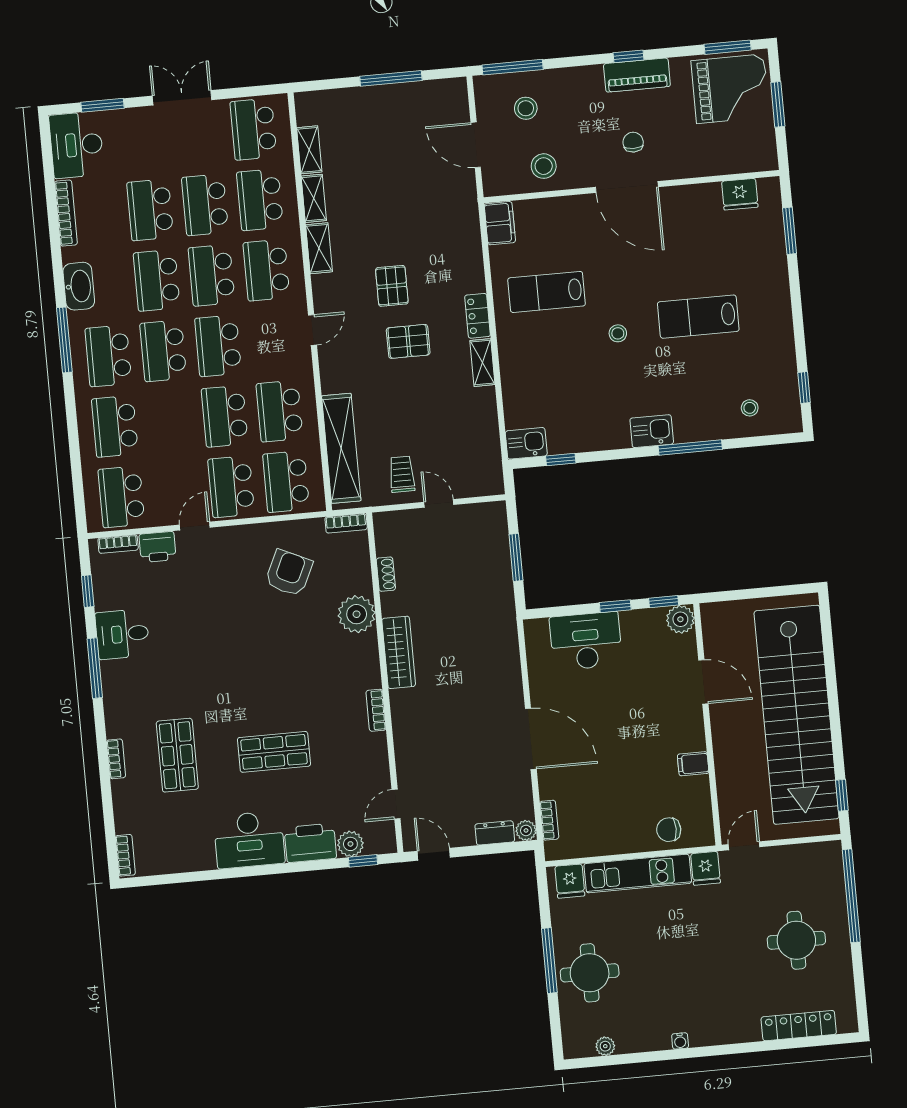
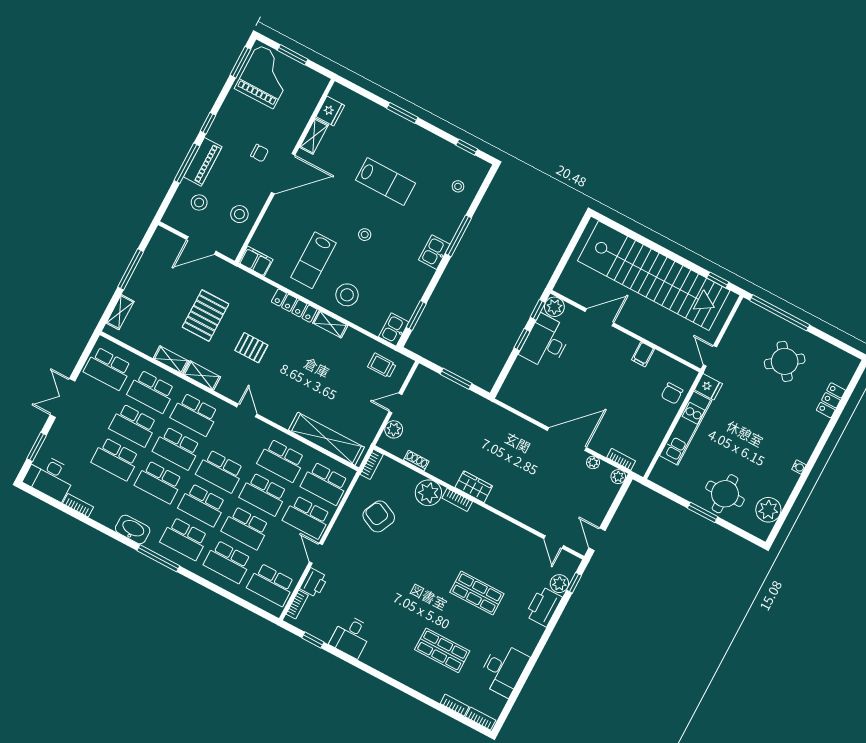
window: (513, 67) -> (187, 163), moved
piano: (637, 75) -> (203, 162), moved
chair: (633, 142) -> (260, 153), turned 180
shelving: (309, 150) -> (120, 312), moved, turned 90
shelving: (697, 194) -> (314, 136), added
bookcase: (66, 213) -> (78, 505), width x0.64
window: (790, 231) -> (402, 113), moved
locker: (478, 316) -> (294, 306), width x1.53
lab bench: (698, 317) -> (385, 182), turned -90
pallet: (408, 341) -> (205, 316), moved, width x1.50, depth x1.42
stool: (531, 360) -> (347, 295), added
school desk: (170, 421) -> (246, 528), added
window: (561, 460) -> (416, 316), width x1.50
trolley: (402, 474) -> (382, 366), moved
plant: (406, 522) -> (394, 429), added
desk: (586, 641) -> (546, 342), moved
wardrobe: (399, 652) -> (474, 487), width x0.67
window: (95, 668) -> (360, 665), removed
bookcase: (376, 710) -> (457, 500), moved
shop shelf: (274, 752) -> (477, 593), turned 90
bookcase: (116, 759) -> (455, 705), moved
plant: (523, 789) -> (593, 462), added
dresser: (495, 833) -> (608, 496), removed
desk: (249, 840) -> (503, 670), moved
door: (434, 854) -> (597, 539), hinge flipped
fridge: (570, 881) -> (664, 470), removed
round table: (796, 940) -> (785, 361), turned -37
window: (549, 960) -> (703, 512), width x0.69
locker: (799, 1026) -> (831, 400), width x0.66
plant: (605, 1046) -> (768, 510), width x1.88, depth x1.88

